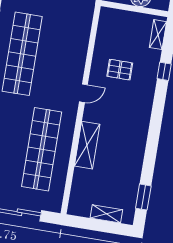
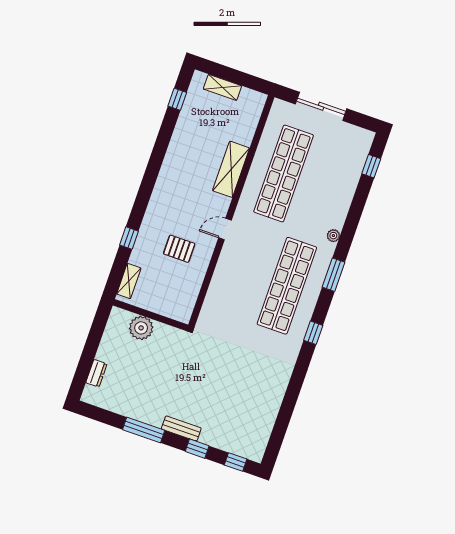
window: (143, 197) -> (177, 99), width x0.67

